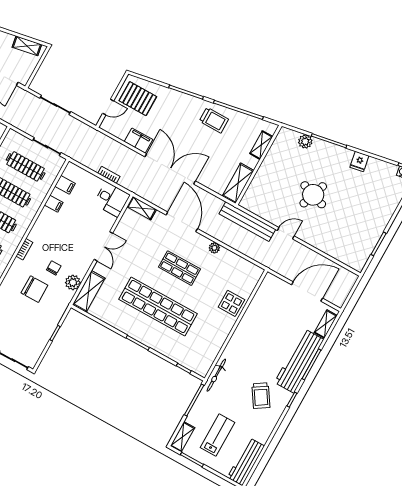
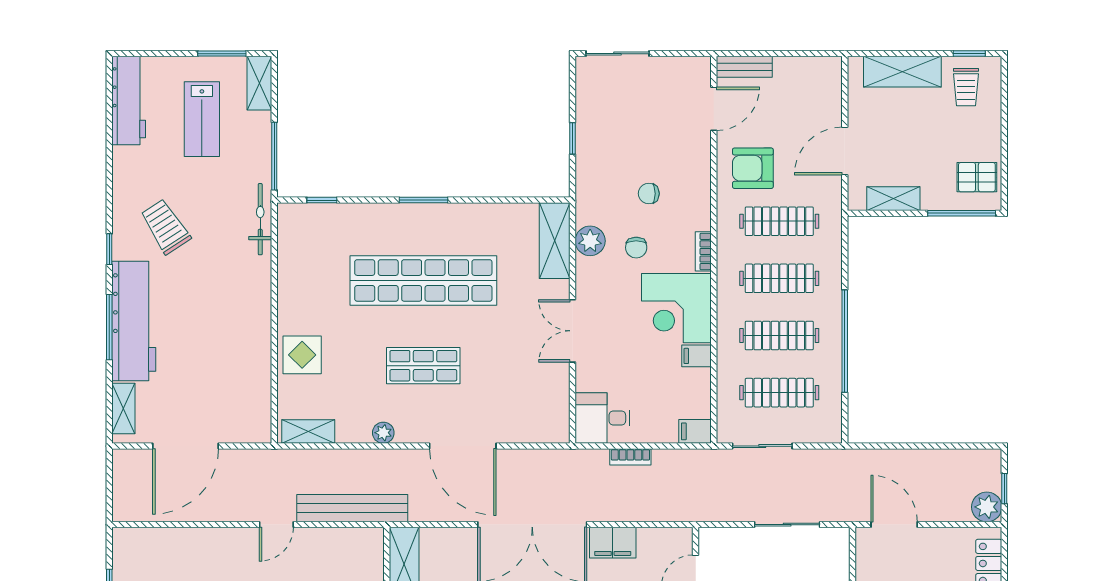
filing cabinet: (65, 185) -> (695, 431), moved
shelving: (142, 208) -> (308, 432), moved
corner desk: (51, 230) -> (676, 308), added
chair: (34, 289) -> (649, 194), width x0.54, depth x0.54

